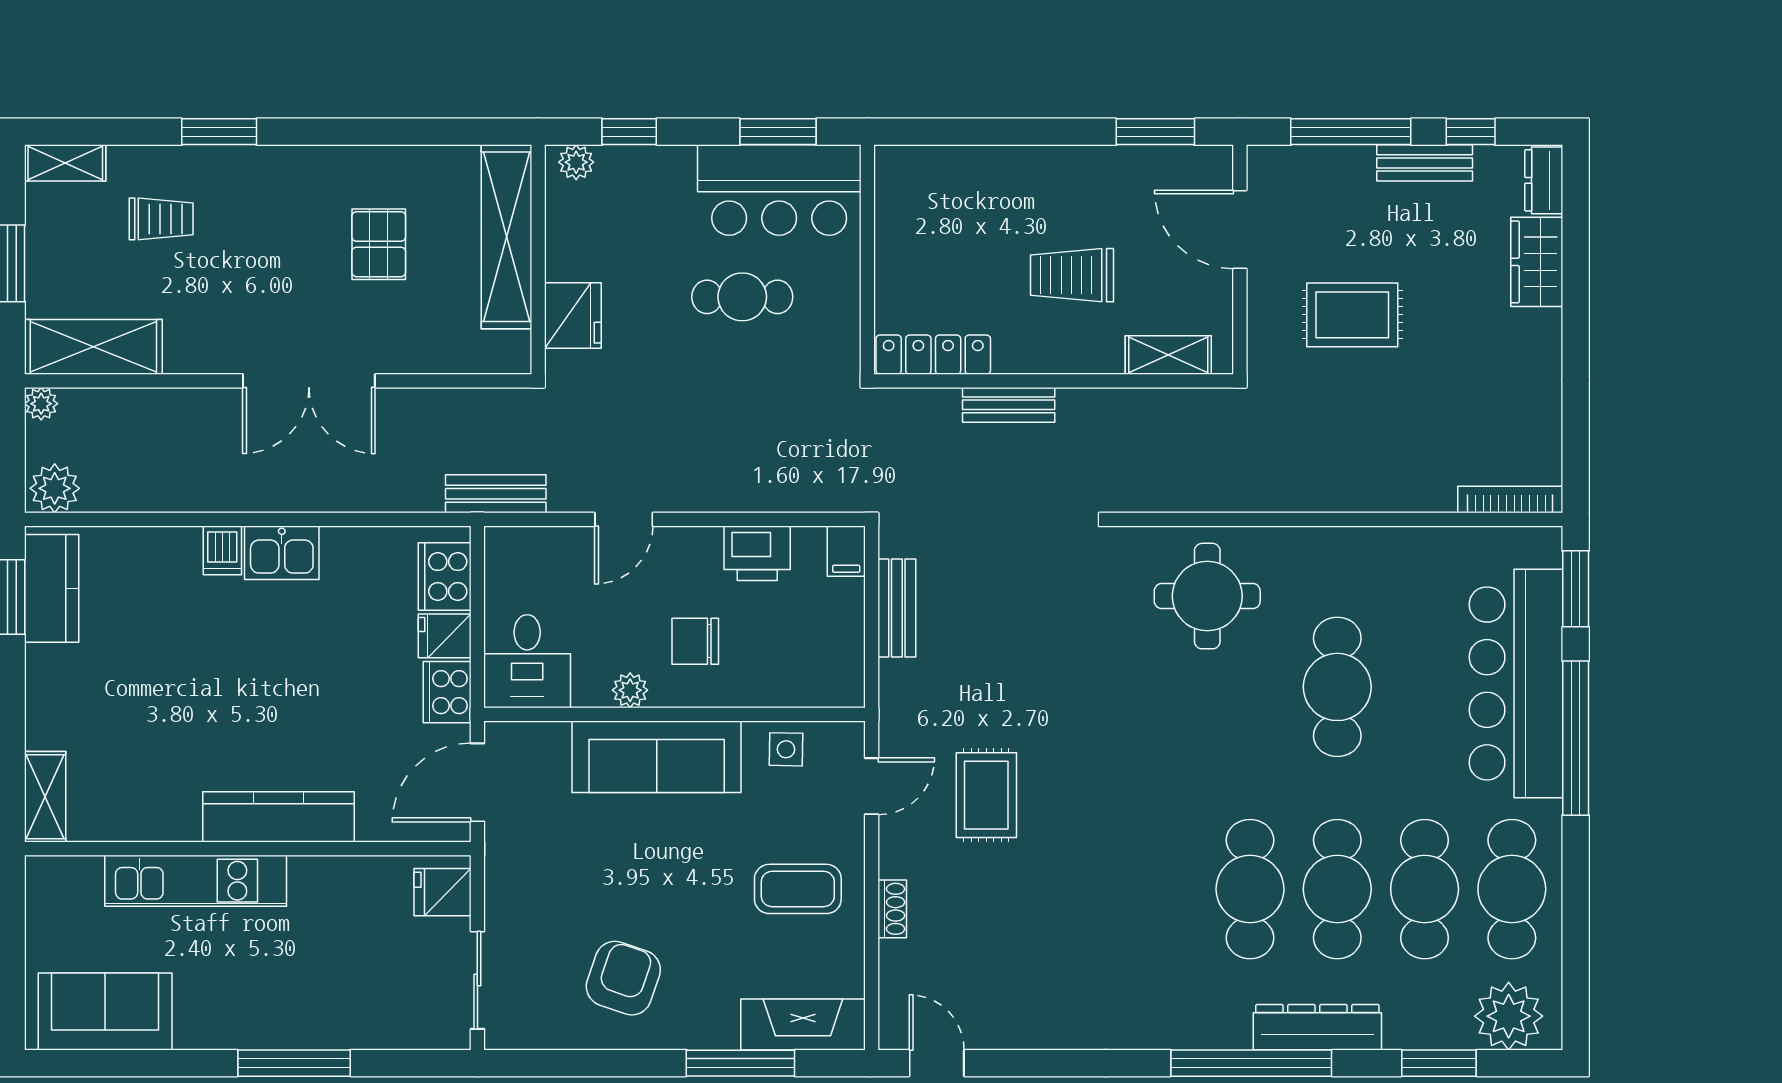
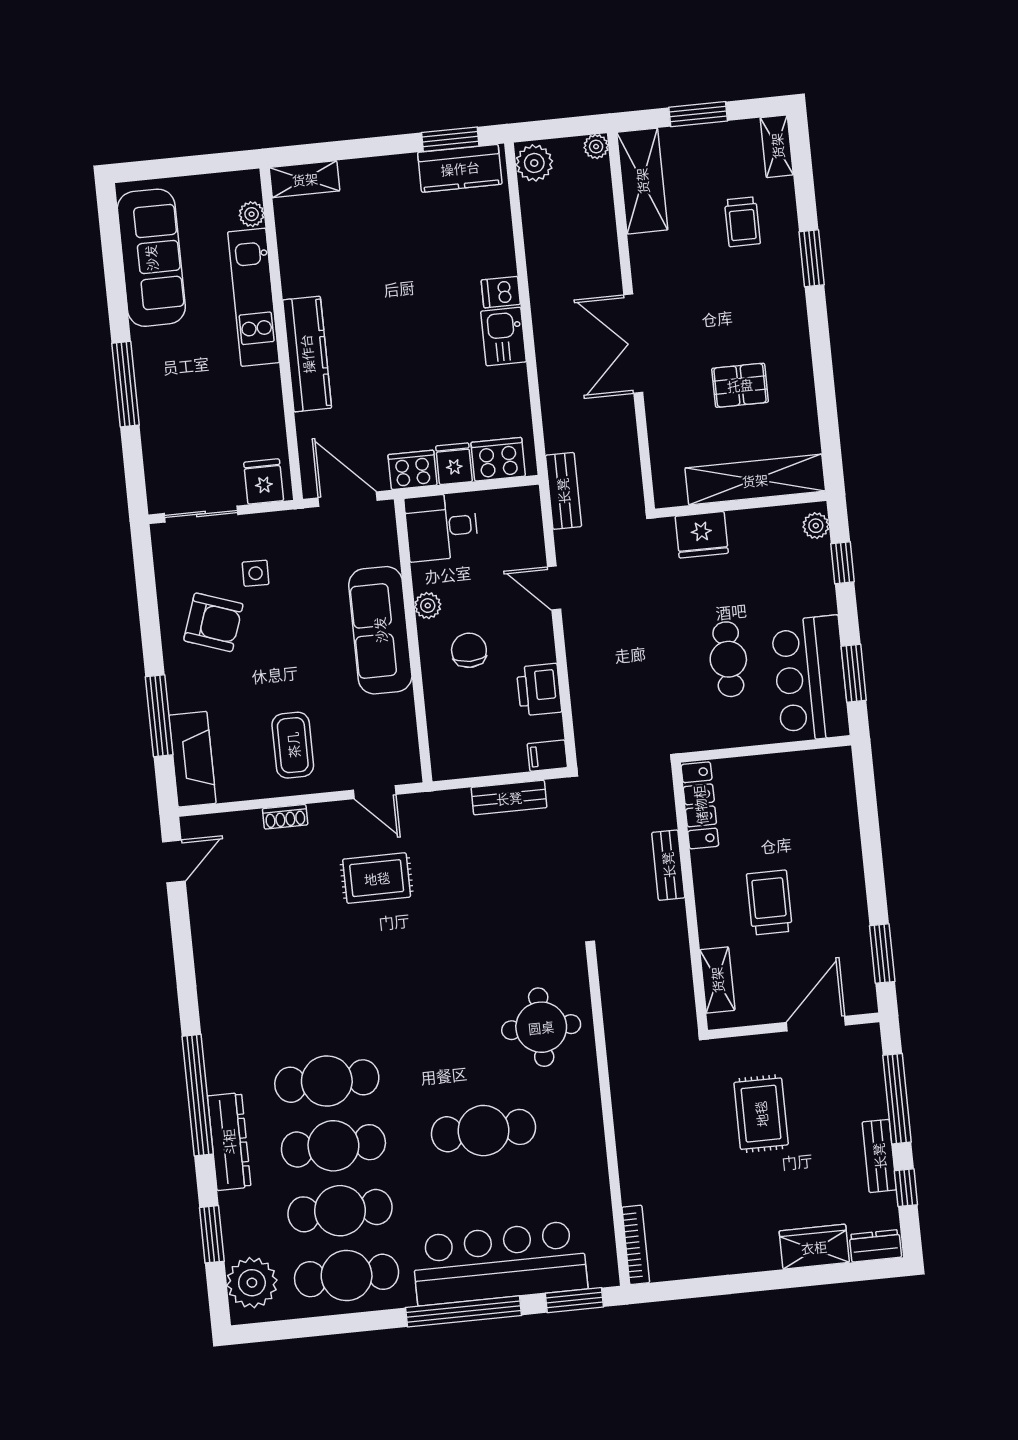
side table: (786, 749) -> (256, 573), moved
plant: (85, 872) -> (252, 214), added
sofa: (105, 1011) -> (151, 258), width x1.36

